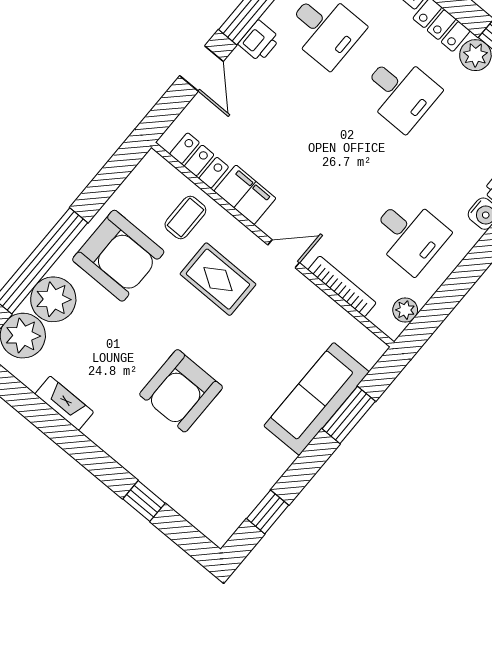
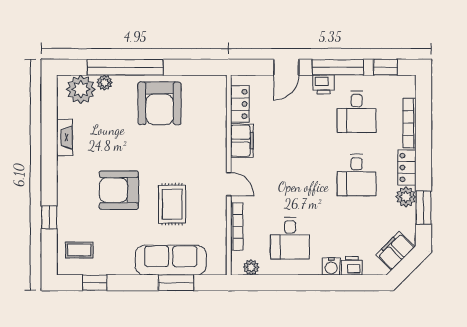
coffee table: (185, 217) -> (79, 250), moved
rug: (218, 279) -> (172, 204), moved
plant: (53, 299) -> (104, 83), width x0.53, depth x0.53

